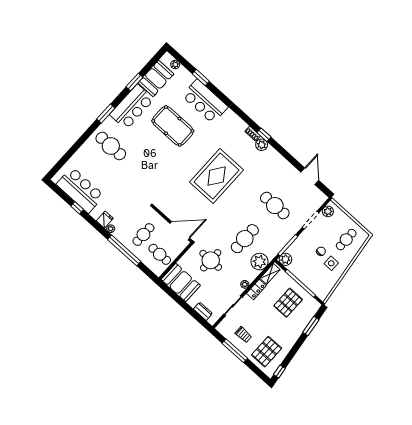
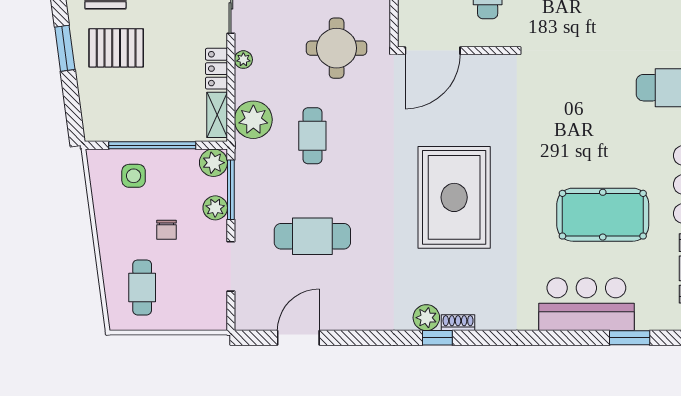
door: (310, 176) -> (298, 338), swing flipped
plant: (328, 211) -> (215, 208), moved
cafe table: (245, 239) -> (312, 136), width x0.73, depth x0.74
side table: (331, 263) -> (134, 176), moved
pallet: (288, 303) -> (116, 48), moved, turned 90
window: (311, 326) -> (65, 48), moved

